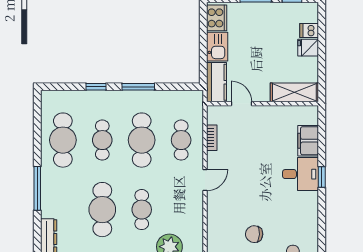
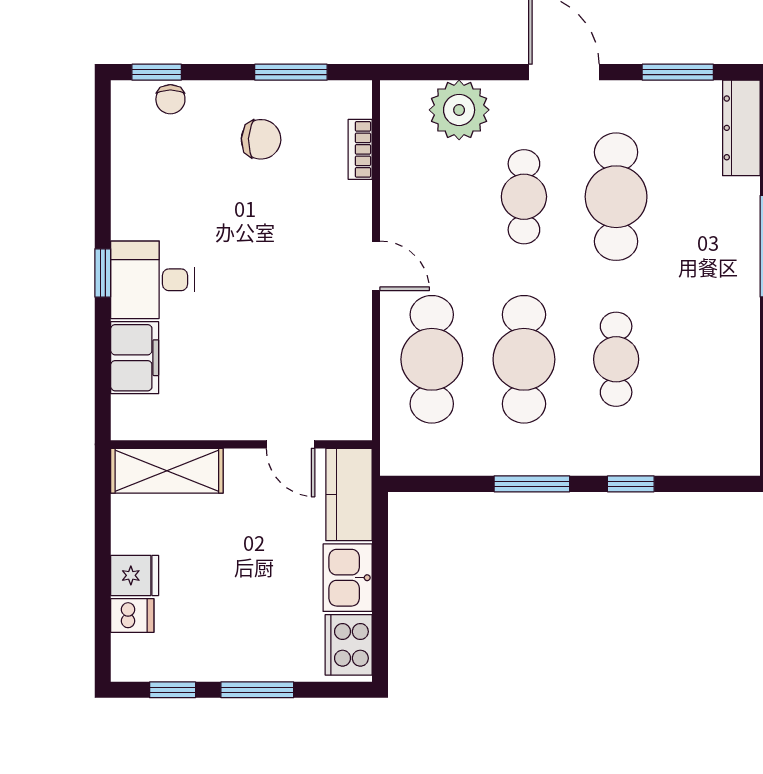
bookcase: (212, 138) -> (360, 149), moved
cafe table: (63, 140) -> (708, 359), removed
cafe table: (181, 140) -> (432, 359), width x1.37, depth x1.35
door: (205, 180) -> (376, 266), swing flipped

